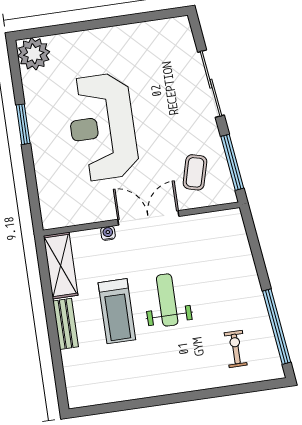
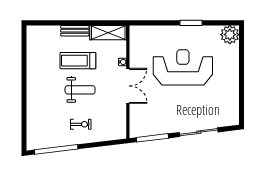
coffee table: (195, 172) -> (150, 116), removed
exercise bike: (236, 349) -> (81, 124), moved

